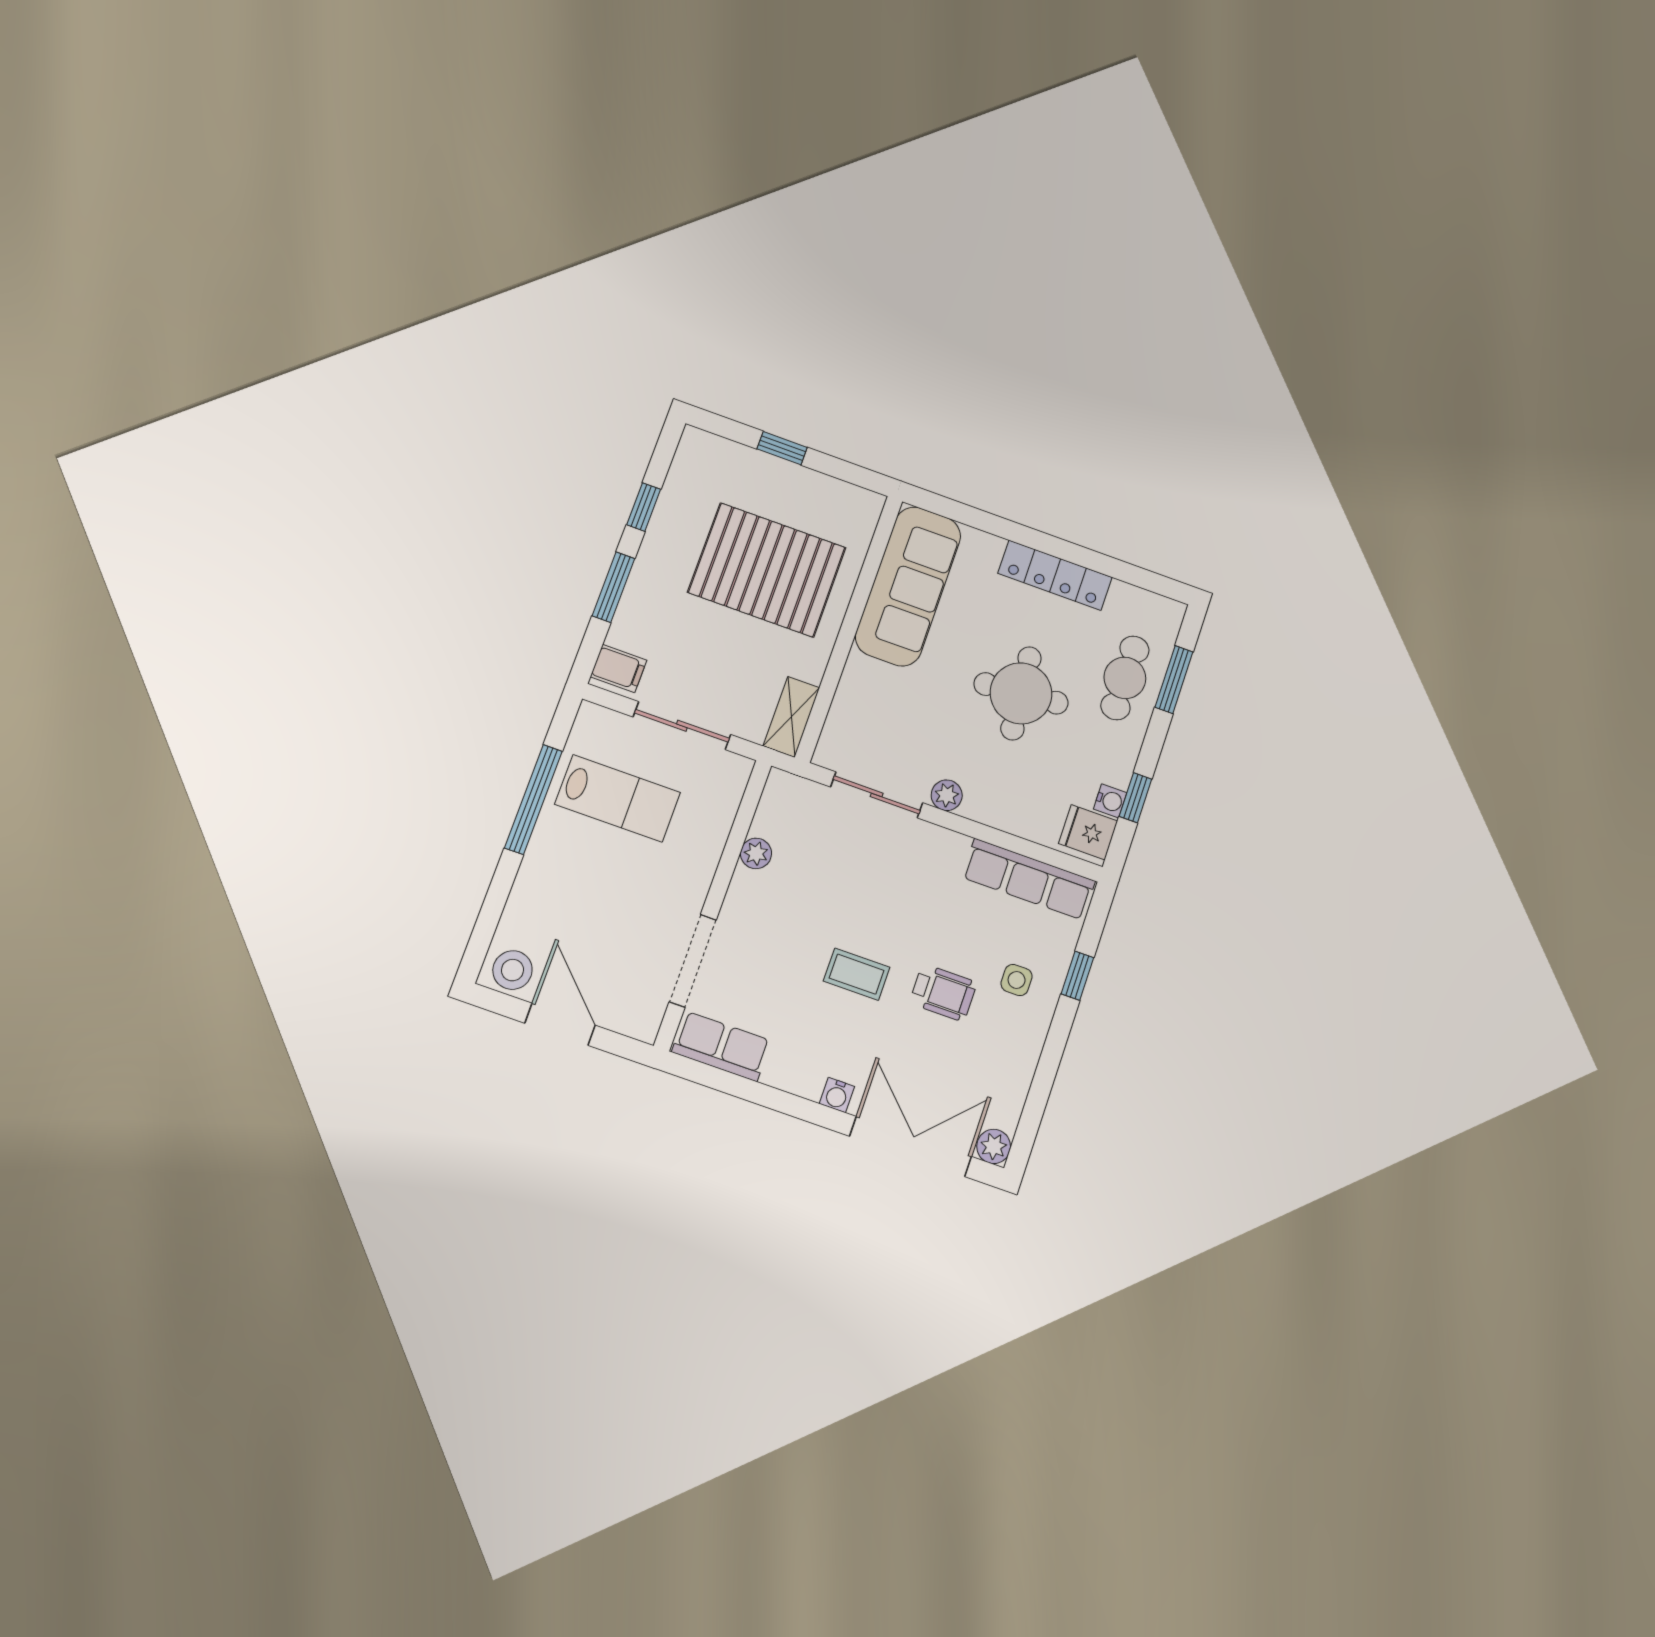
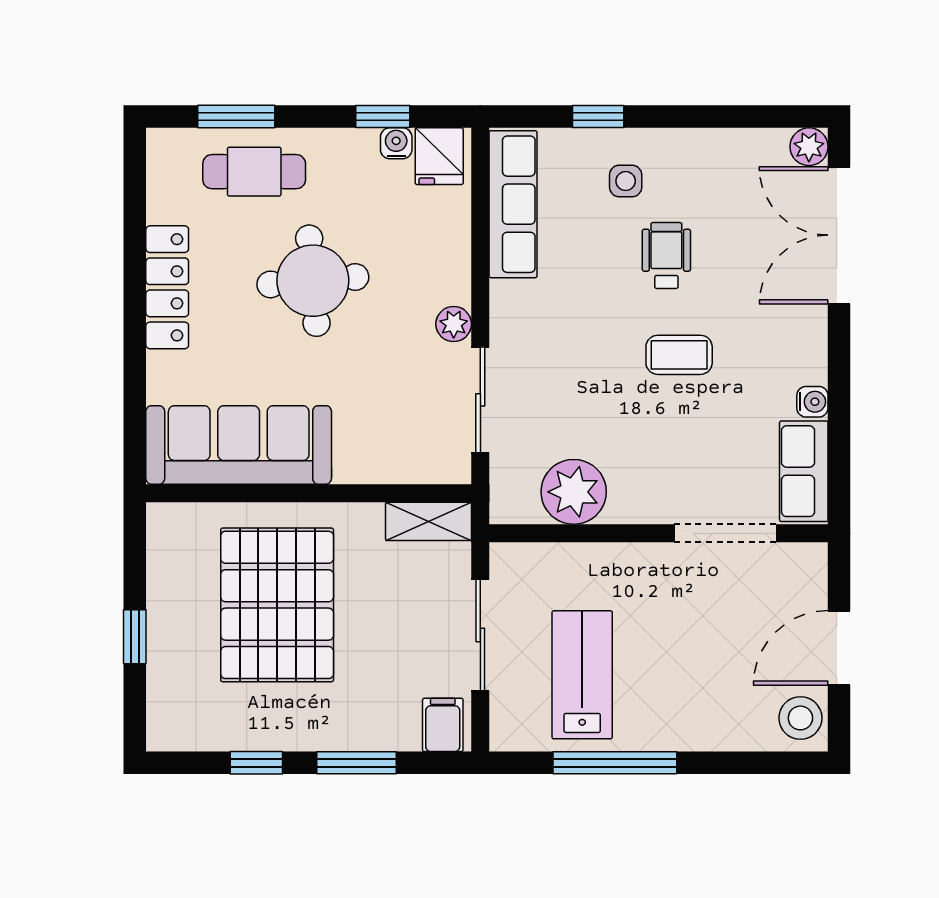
plant: (756, 853) -> (574, 492), width x1.87, depth x1.87
coffee table: (857, 974) -> (679, 355), turned 90
water cooler: (837, 1095) -> (812, 402), moved

